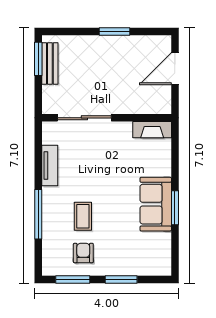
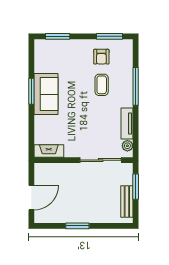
window: (38, 59) -> (136, 187), moved
plant: (49, 136) -> (127, 146), added
window: (121, 280) -> (58, 36), moved

